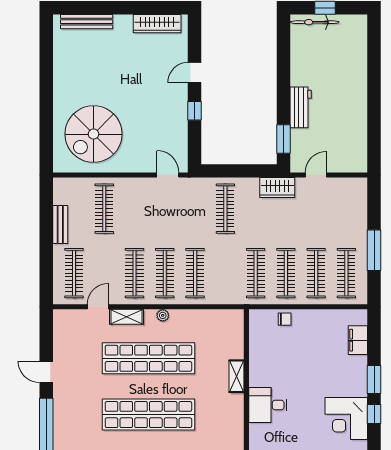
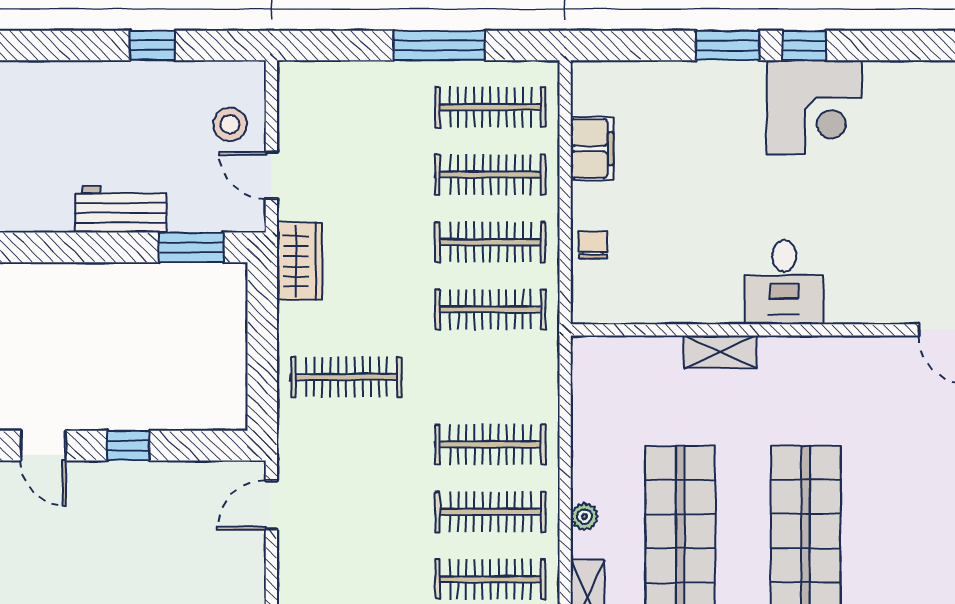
window: (374, 122) -> (152, 46), added
stool: (339, 156) -> (230, 124), added
filing cabinet: (358, 340) -> (592, 149), moved, turned -90

